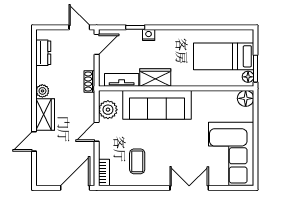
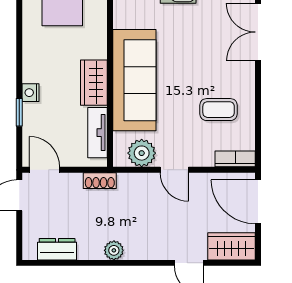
wardrobe: (45, 115) -> (231, 246), moved

